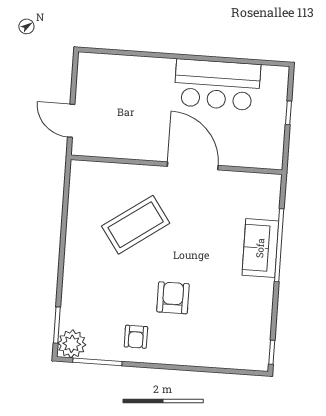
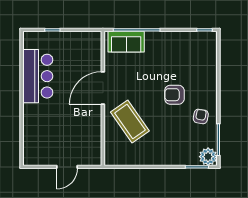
wall: (176, 165) -> (103, 98), moved
door: (193, 166) -> (103, 88), moved
sofa: (260, 248) -> (126, 42), moved
armchair: (136, 337) -> (201, 116), turned -80

